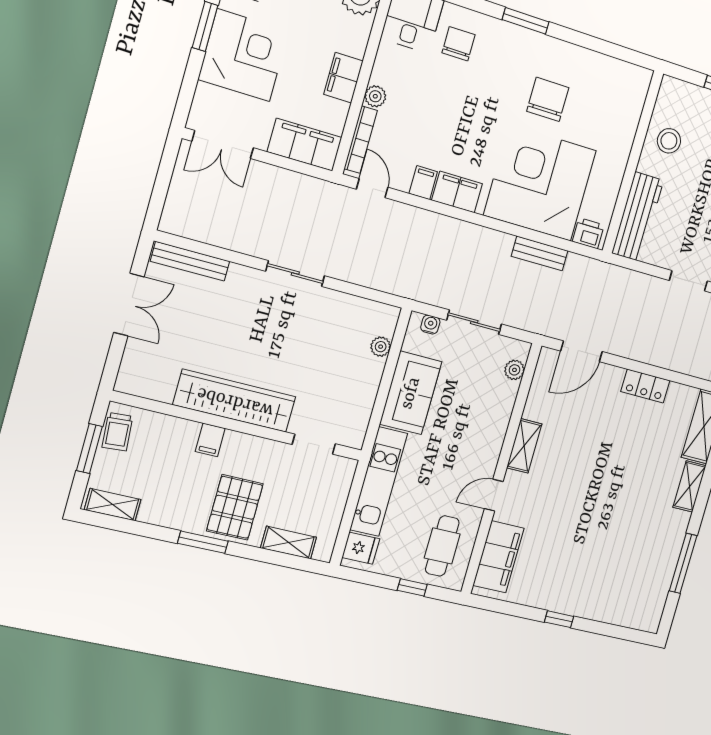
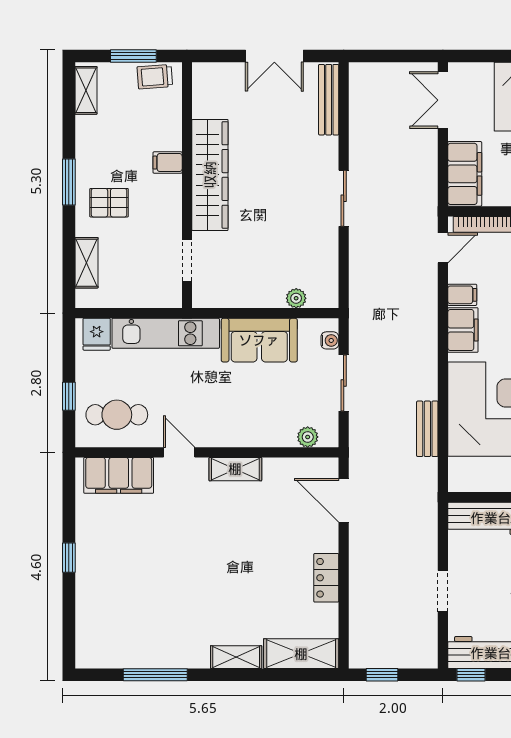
printer: (588, 233) -> (461, 472), removed
pallet: (235, 507) -> (109, 203), width x0.67, depth x0.71

